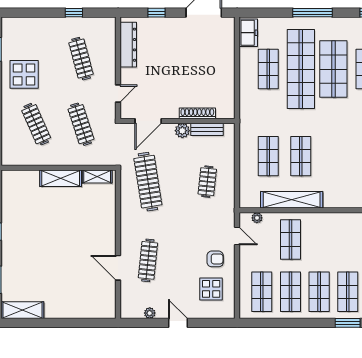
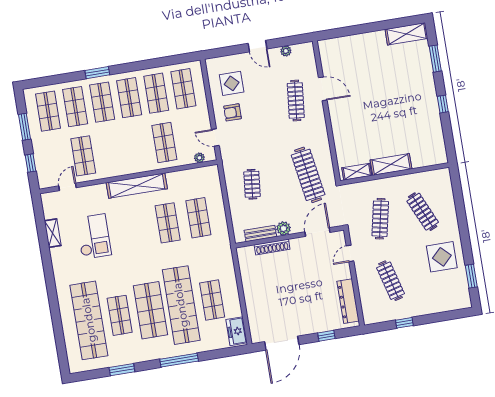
clothes rail: (81, 124) -> (380, 219), turned 30
shelving: (292, 200) -> (137, 186), moved

